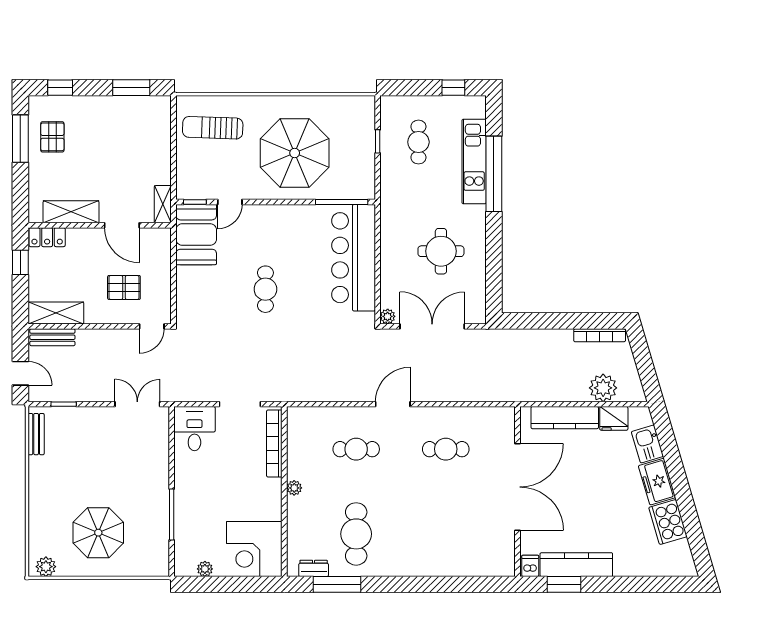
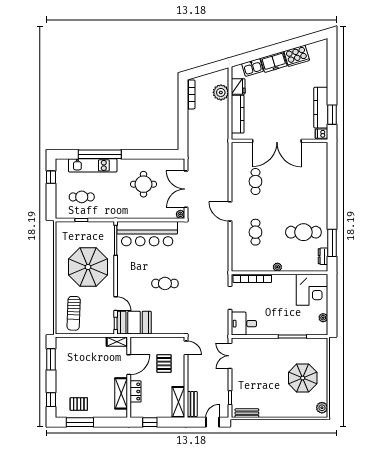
locker: (47, 237) -> (136, 391), moved
double door: (518, 487) -> (277, 141), swing flipped

